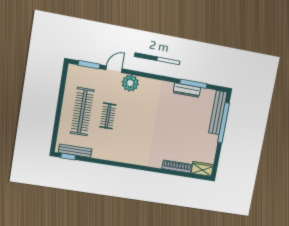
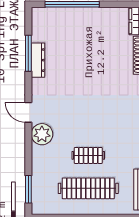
door: (114, 69) -> (28, 112), moved
bench: (218, 113) -> (60, 14), removed

